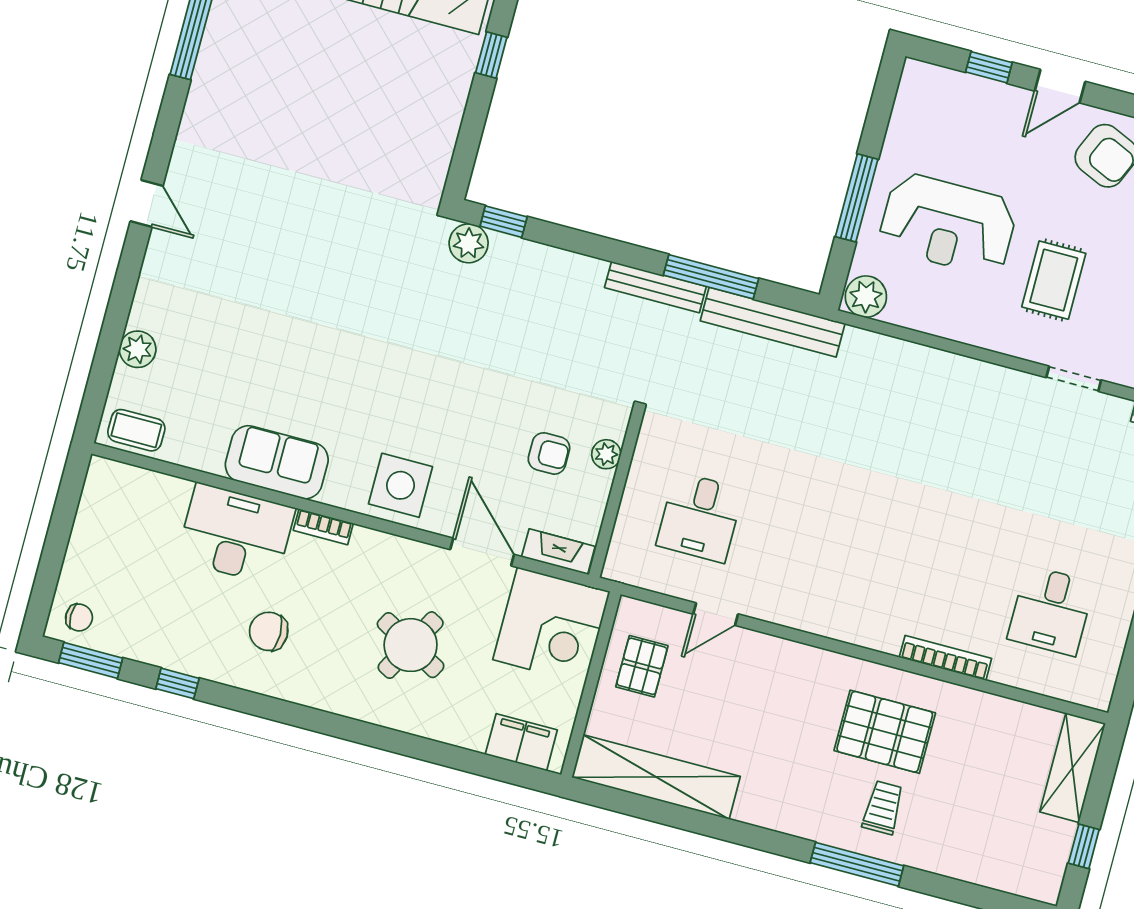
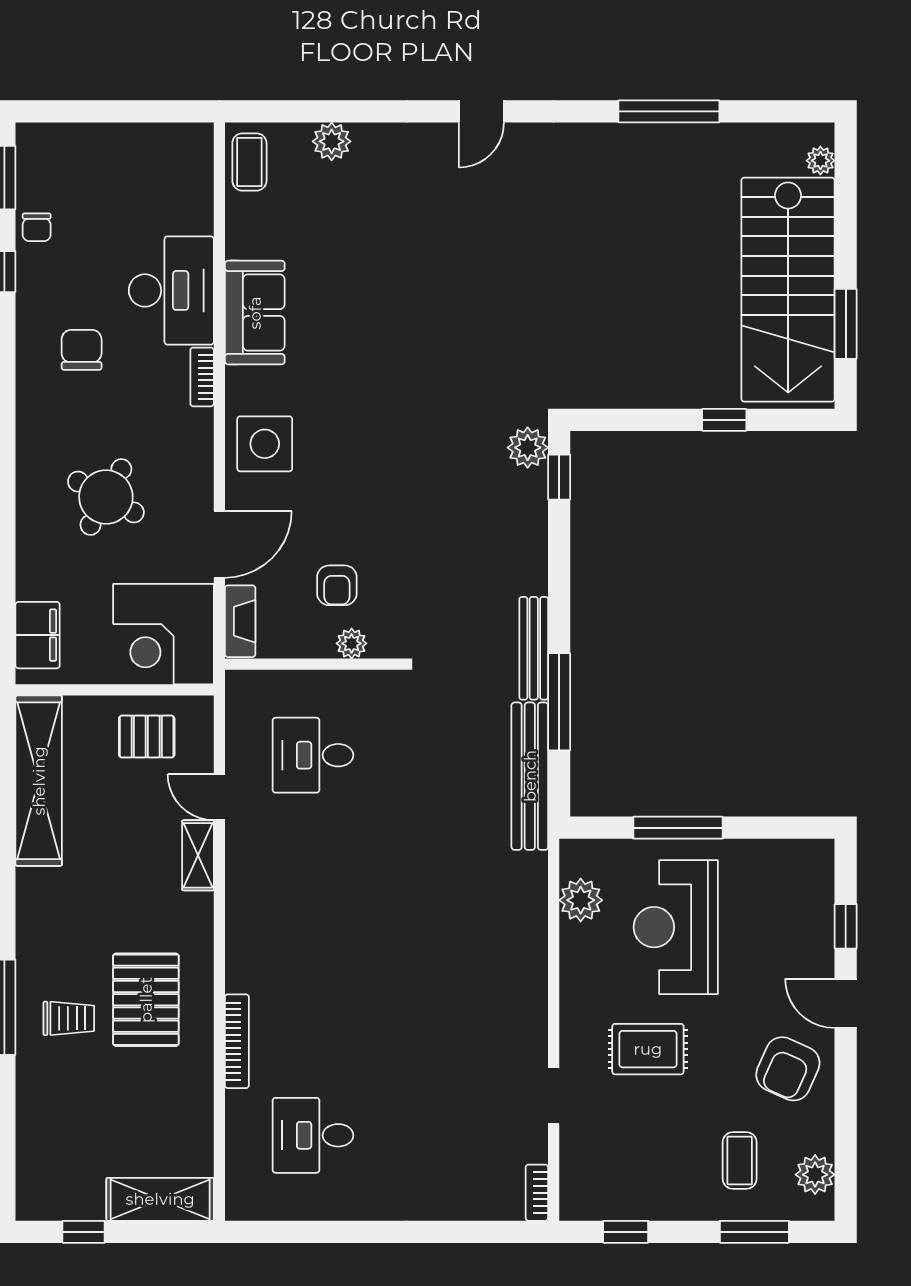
plant: (866, 297) -> (581, 900), moved
chair: (79, 617) -> (37, 227), moved
shelving: (764, 648) -> (198, 855), added

